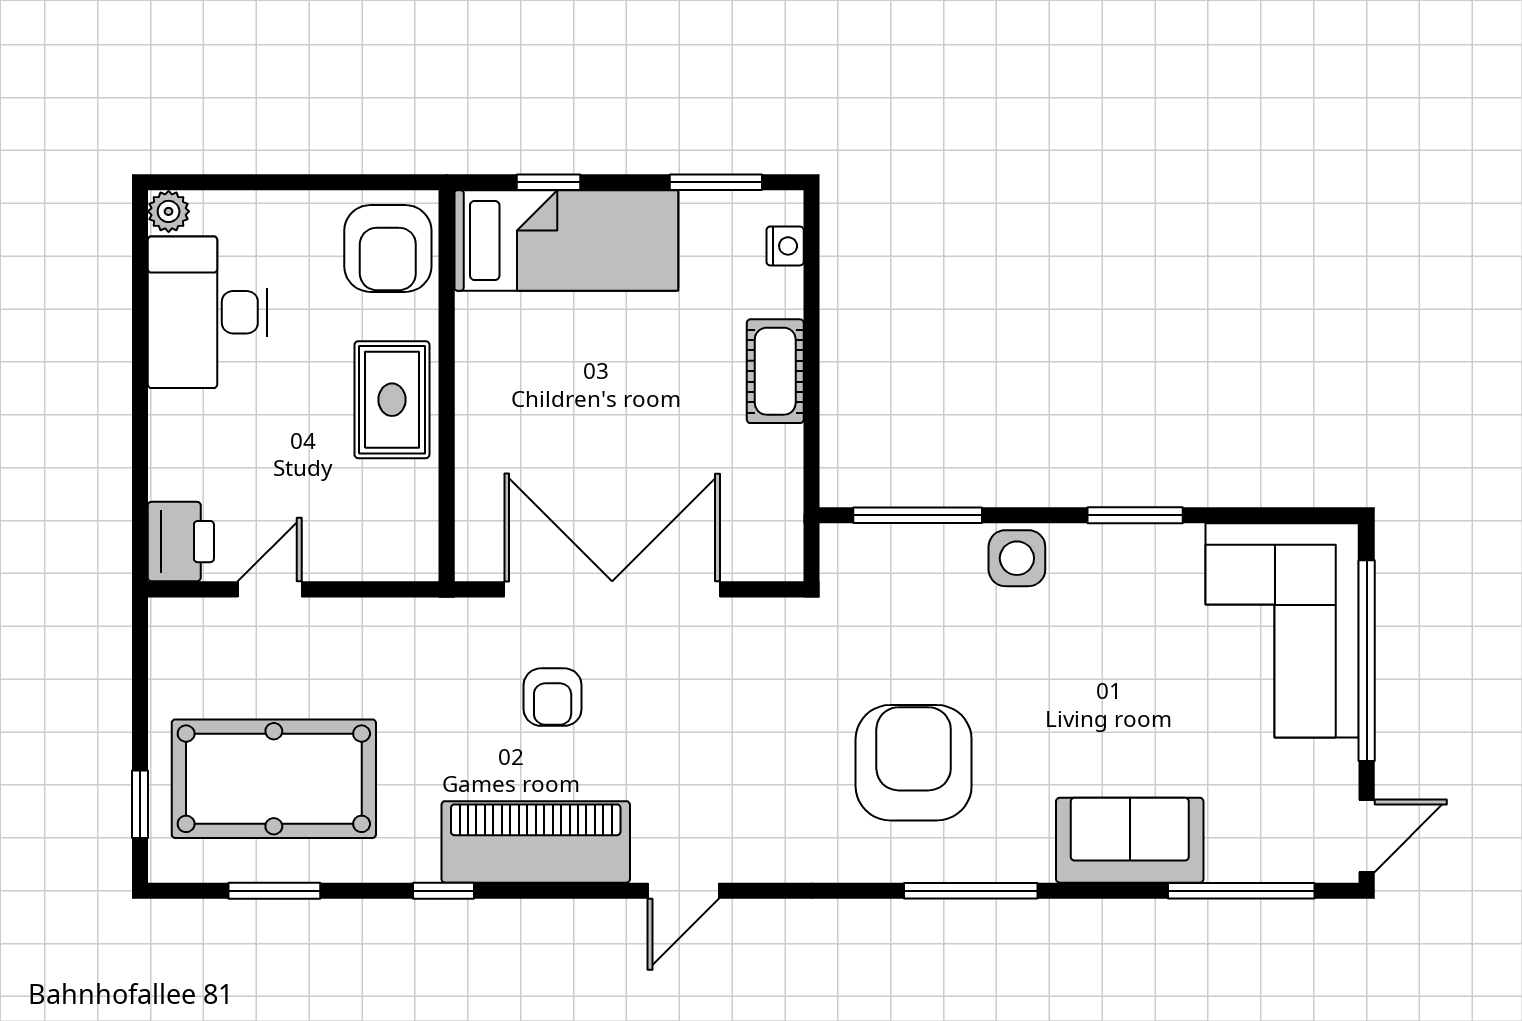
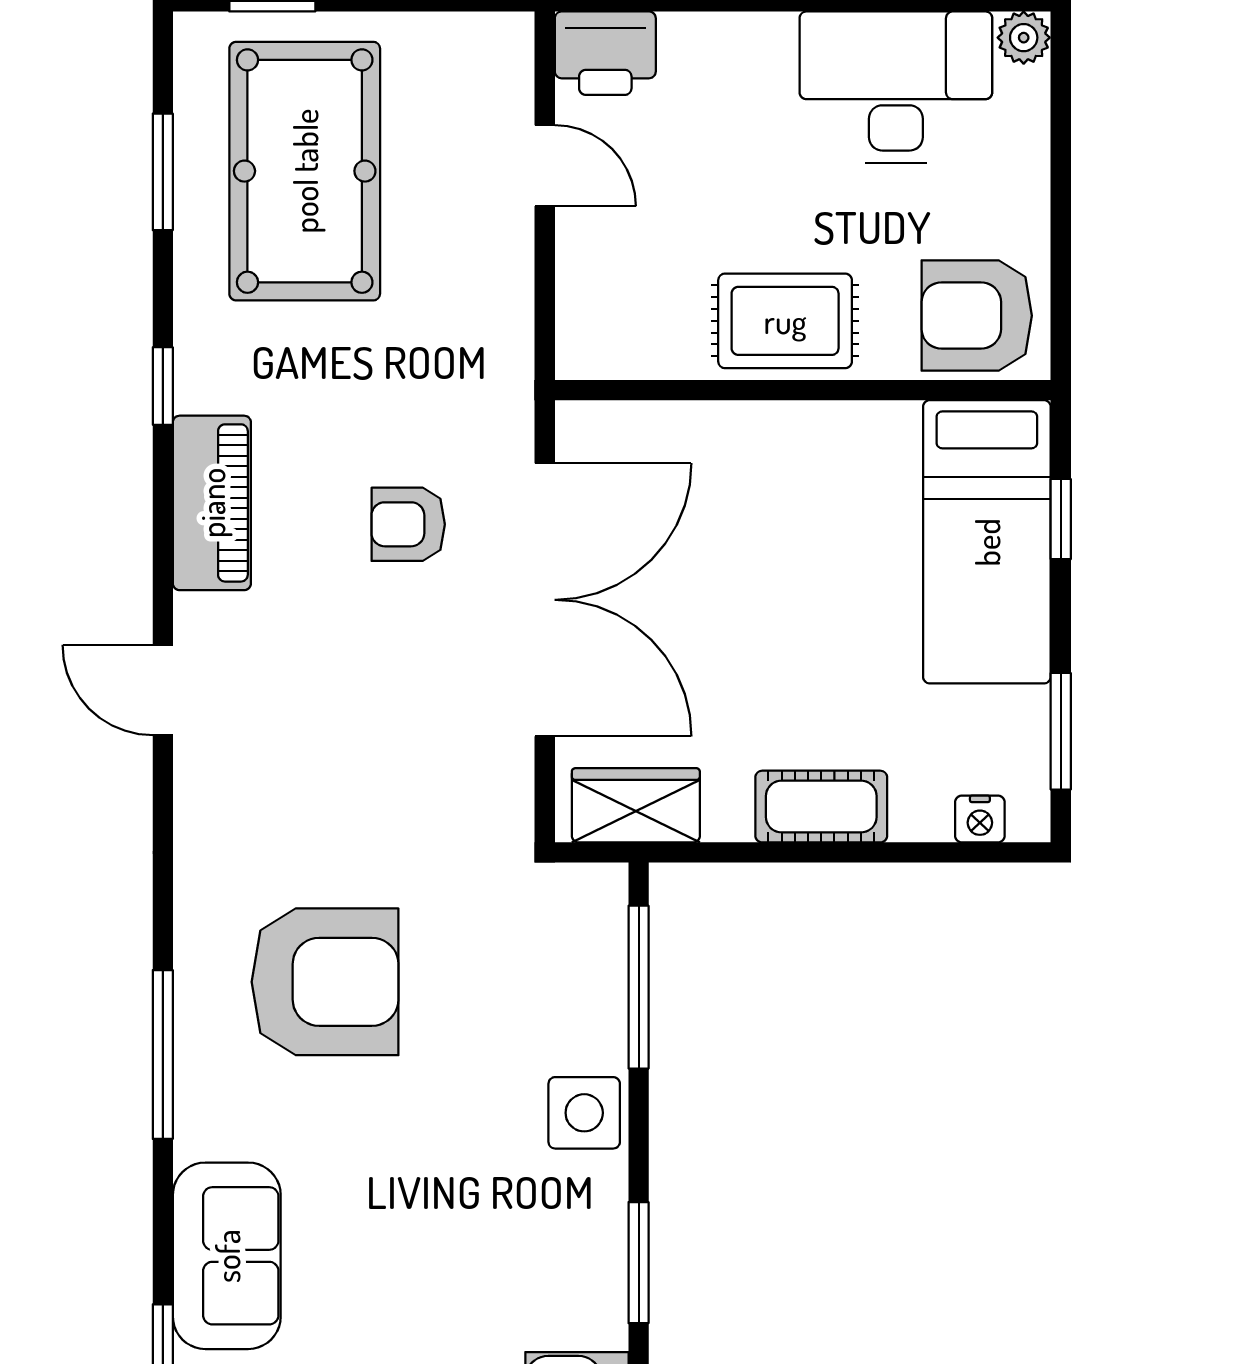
wardrobe: (774, 517) -> (636, 805), added
piano: (536, 842) -> (212, 503), width x0.73, depth x0.75

